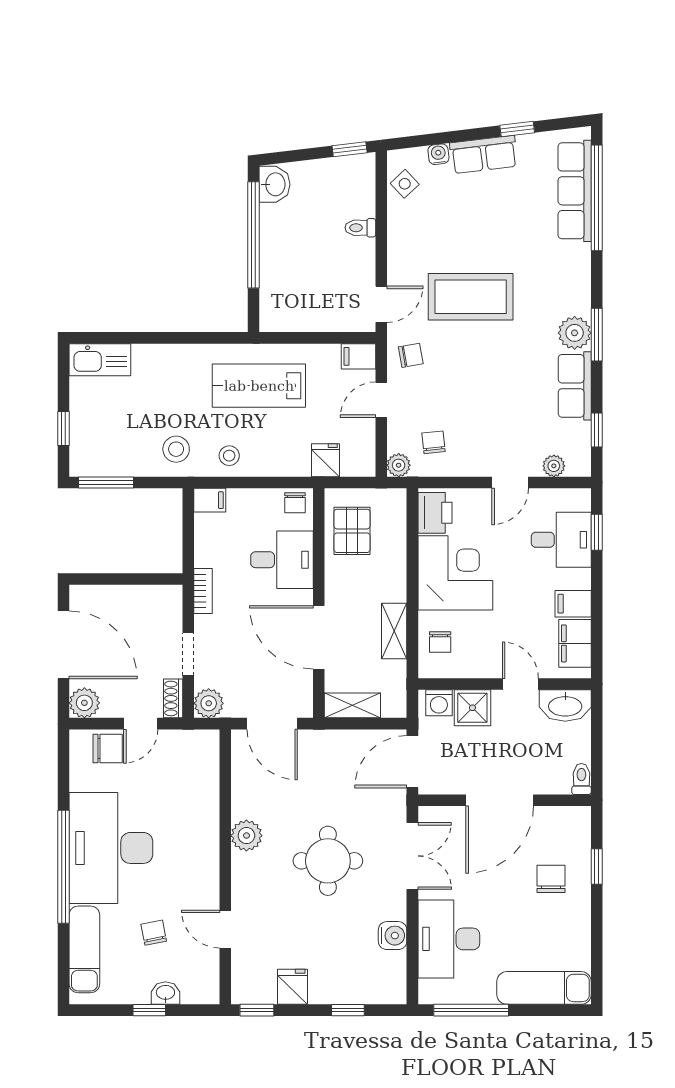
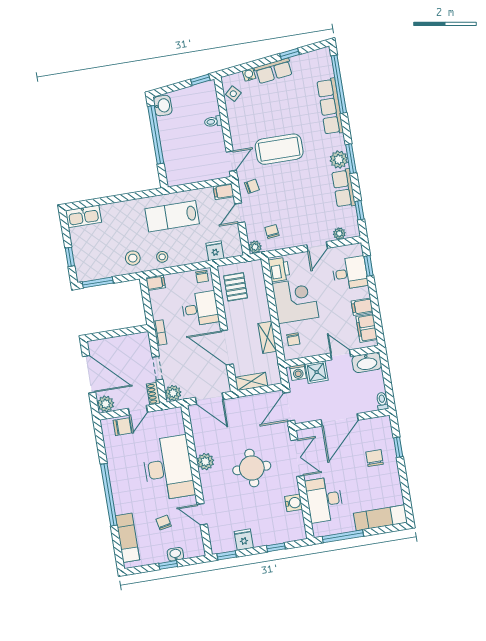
row of seats: (575, 191) -> (330, 106), moved
desk: (111, 848) -> (168, 468), moved, turned 180

